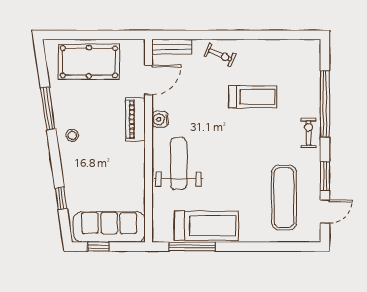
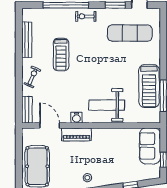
bench: (274, 47) -> (27, 40), added
treadmill: (253, 97) -> (61, 54), turned 180
treadmill: (206, 226) -> (149, 86), turned 180
sofa: (109, 227) -> (150, 146), width x0.73

